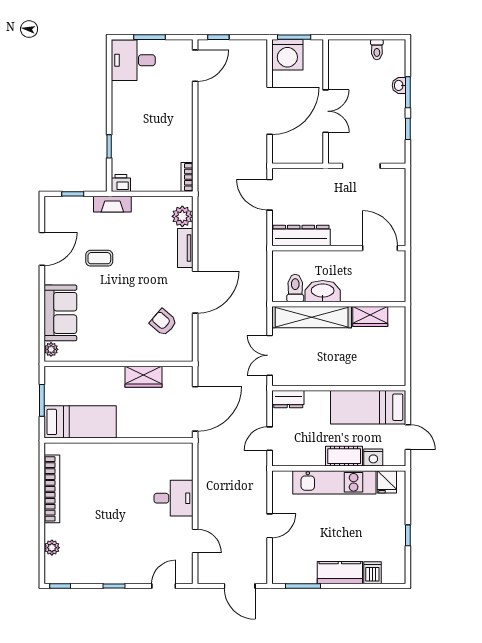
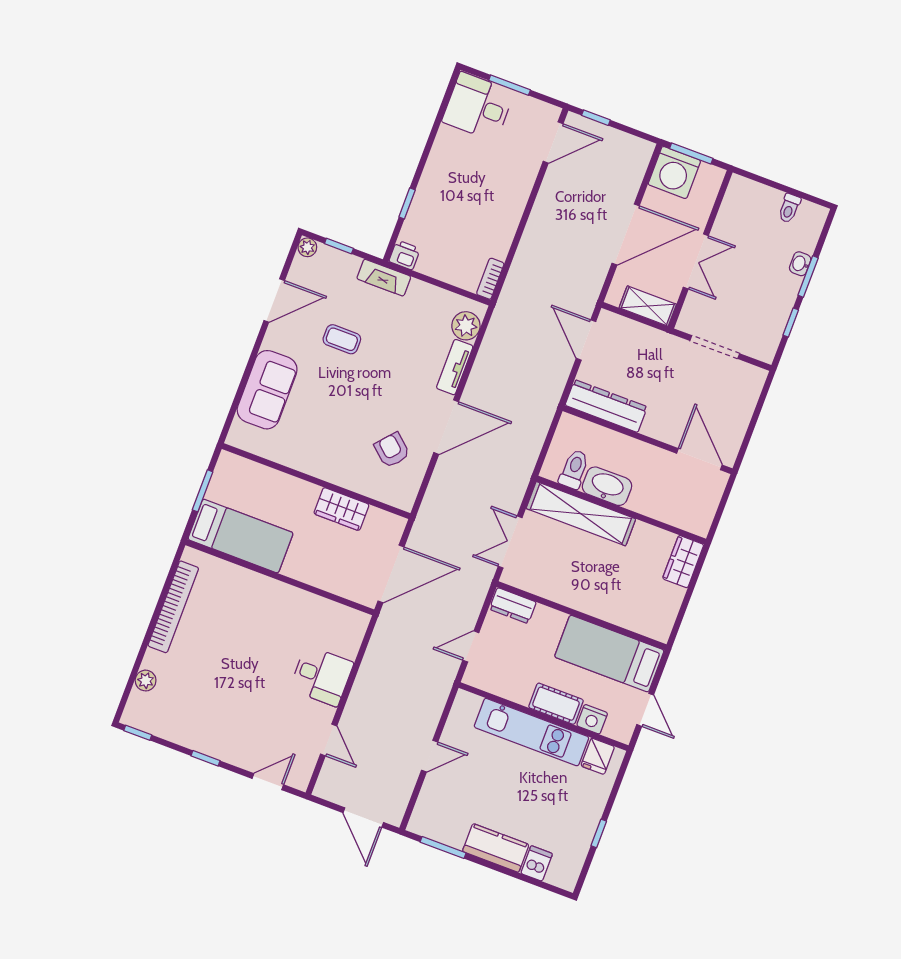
shelving: (304, 155) -> (648, 306), added
wardrobe: (370, 316) -> (683, 562), moved, turned 90
plant: (51, 349) -> (307, 247), moved

